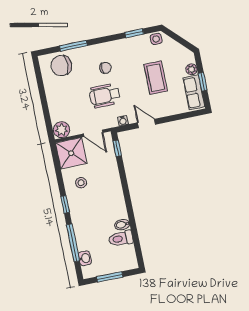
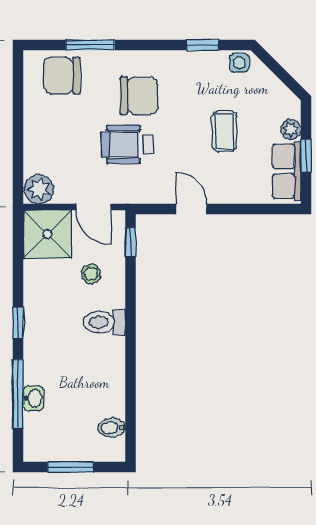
chair: (105, 68) -> (139, 96), width x1.87, depth x1.87
coffee table: (156, 78) -> (224, 131), width x0.73, depth x0.77
water cooler: (123, 121) -> (151, 195), removed
stool: (81, 183) -> (91, 274), moved
bidet: (122, 225) -> (112, 428), moved
toilet: (121, 239) -> (104, 322), moved
washbasin: (85, 258) -> (34, 398), moved

